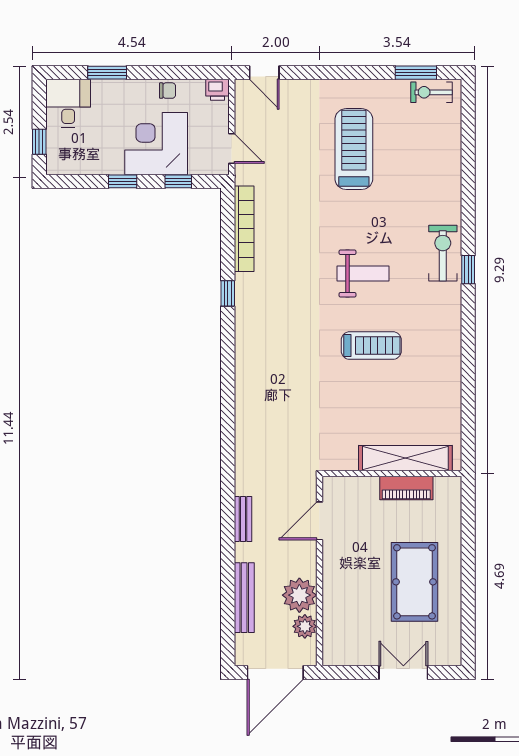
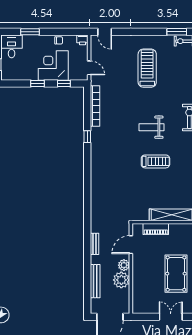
weight bench: (363, 273) -> (152, 127), turned 180
piano: (406, 488) -> (156, 229), moved
plant: (305, 626) -> (124, 265), moved

